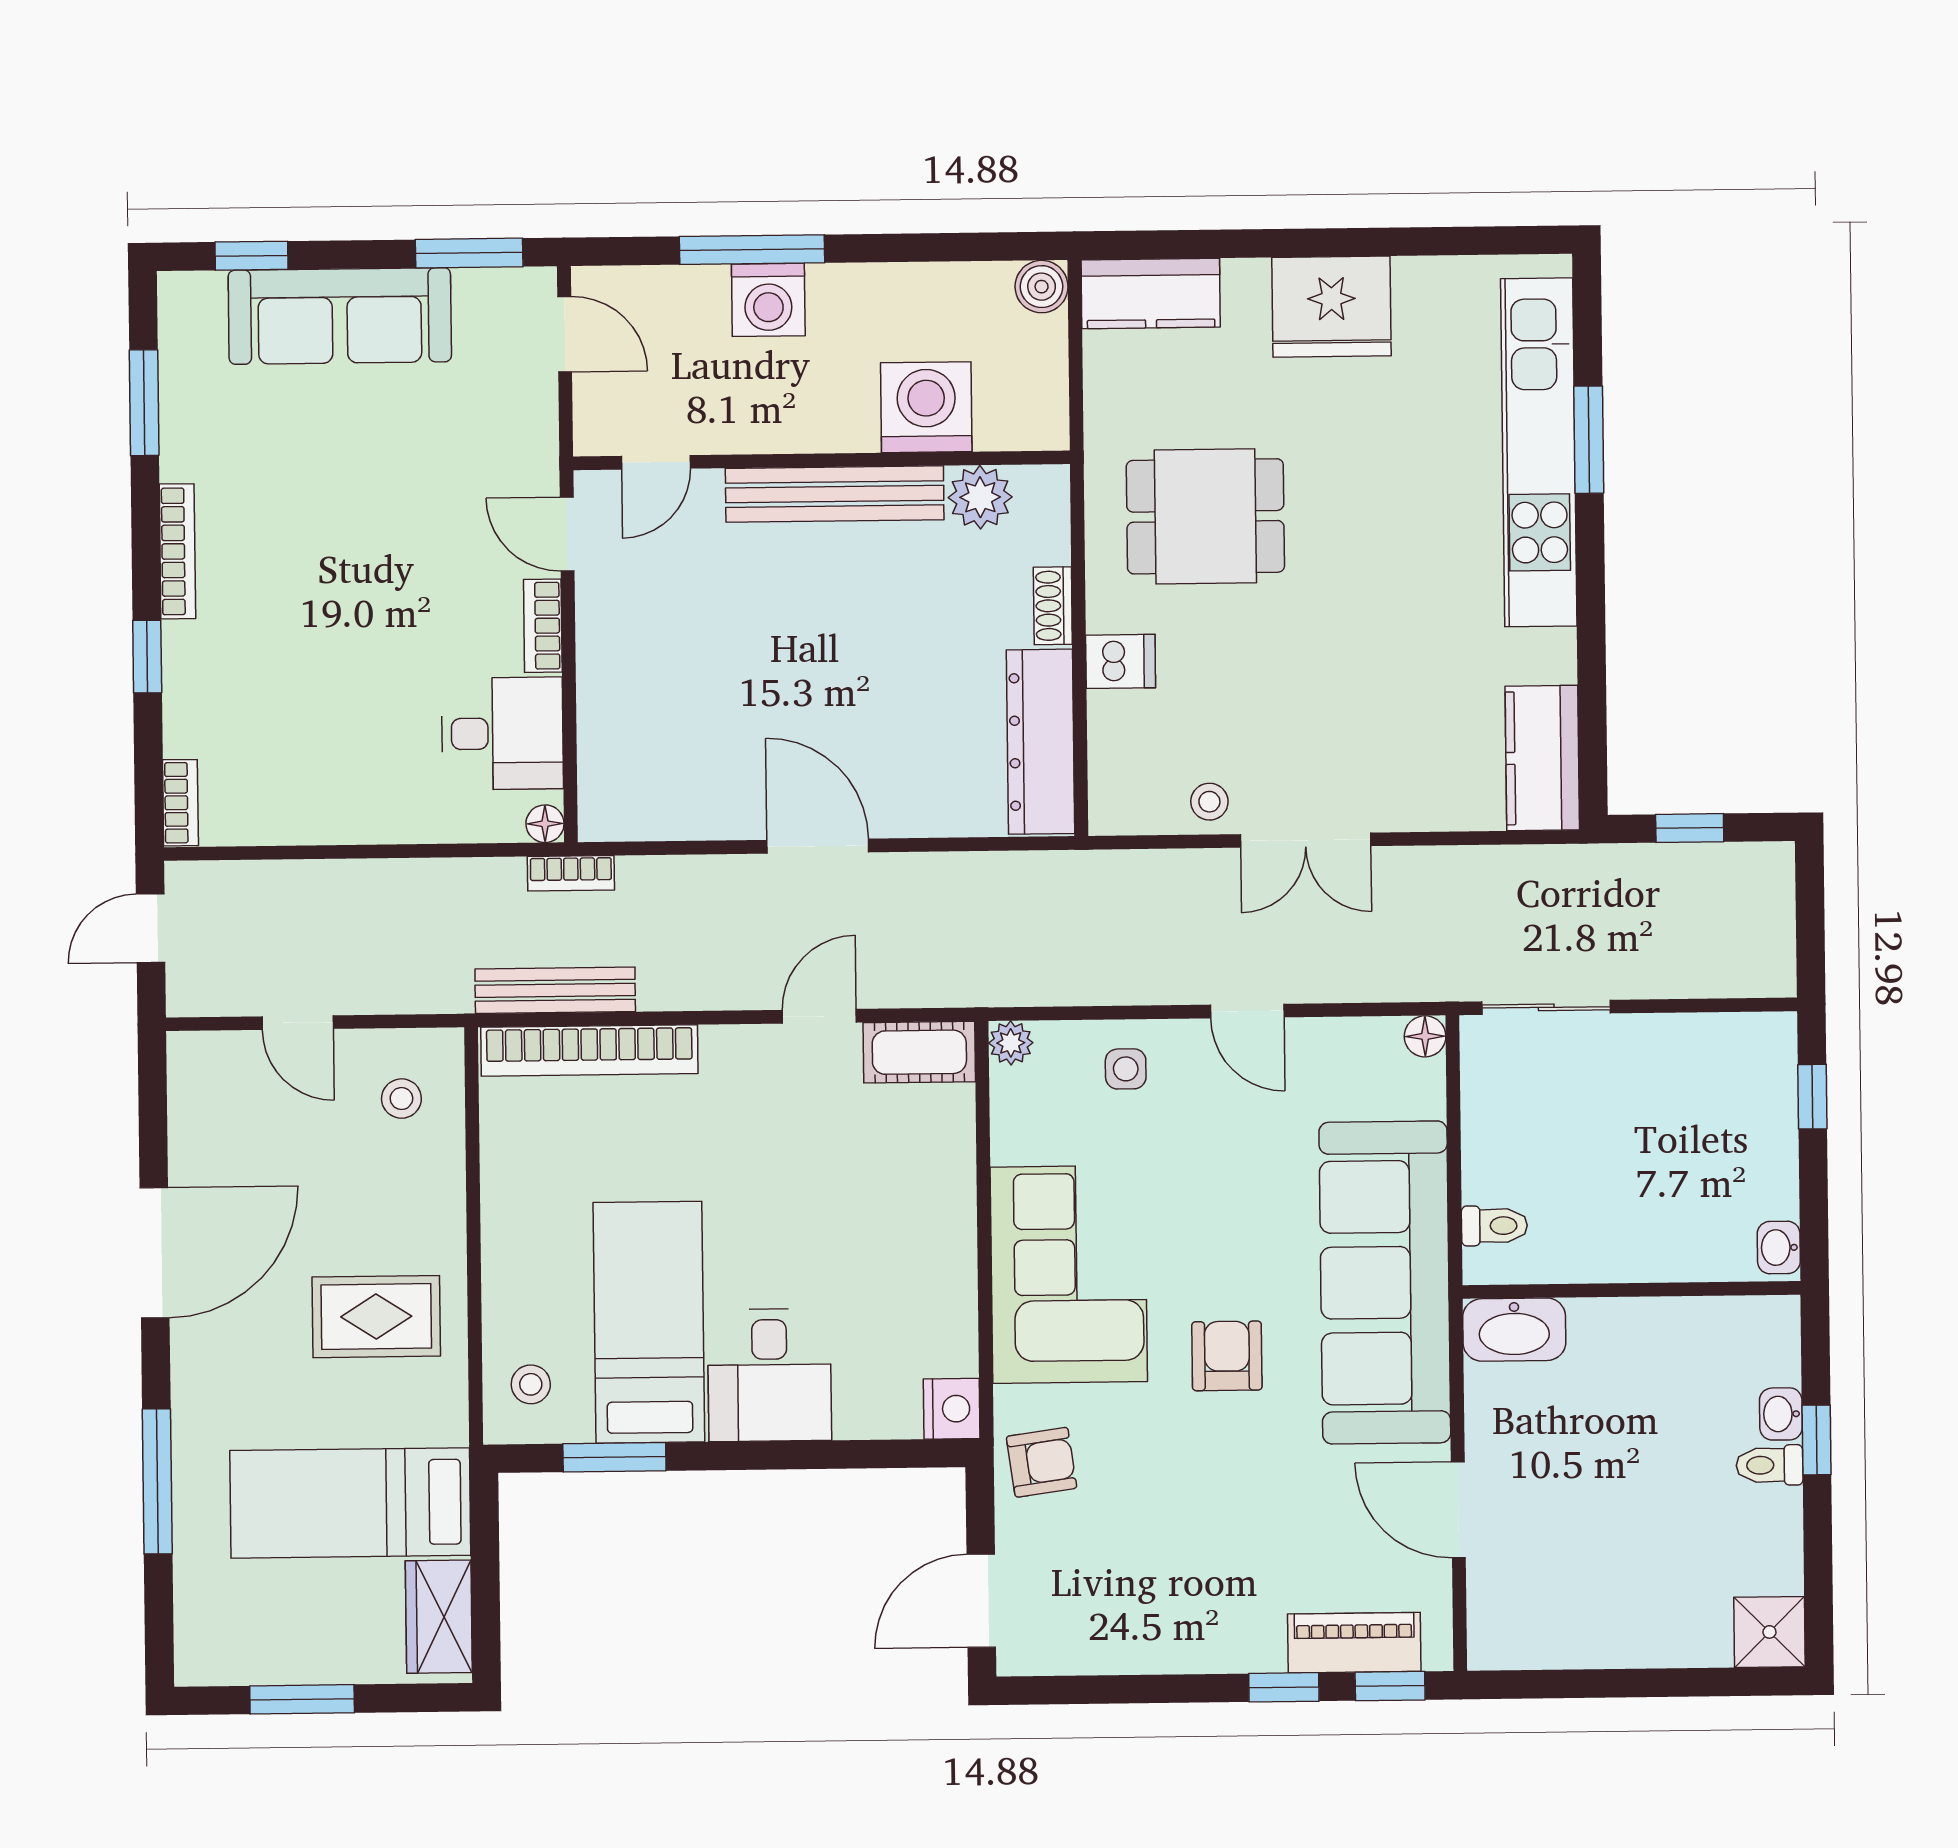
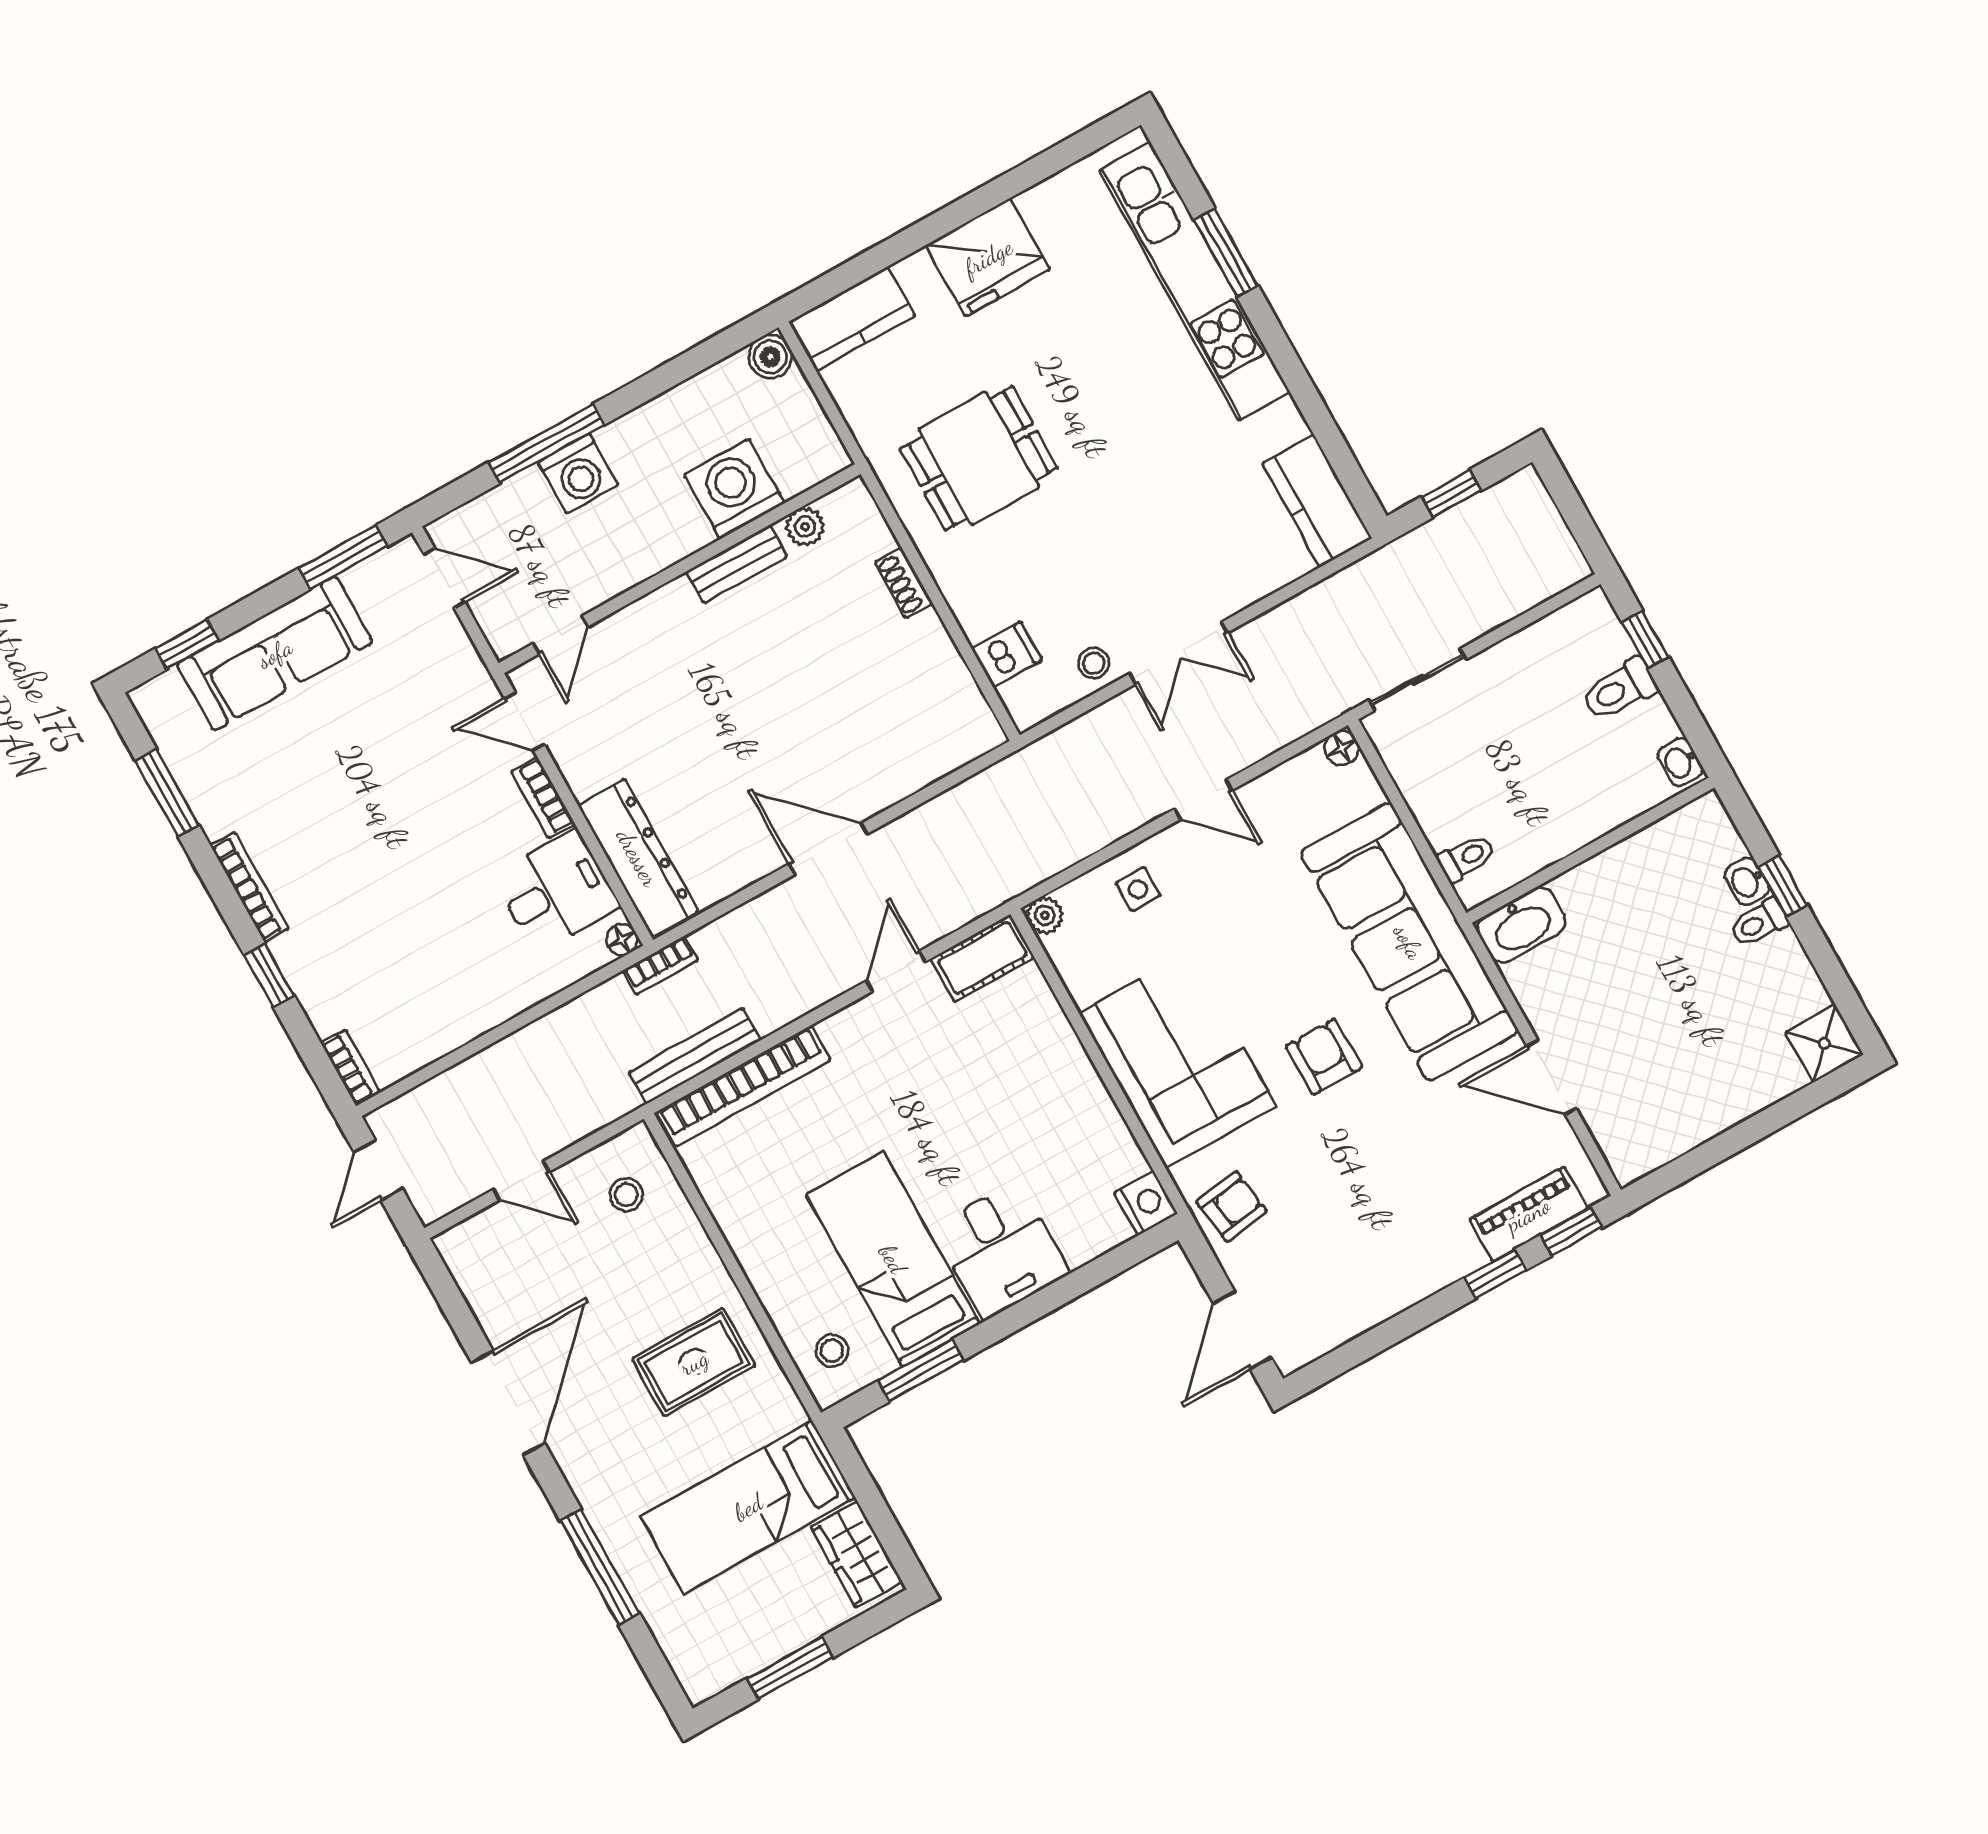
bench: (835, 494) -> (736, 564), width x0.54, depth x0.82
plant: (980, 497) -> (805, 527), width x0.73, depth x0.73
dishwasher: (1121, 661) -> (1007, 654), moved
dresser: (1040, 742) -> (638, 858), moved, turned 180
toilet: (1756, 1135) -> (1619, 689), added

